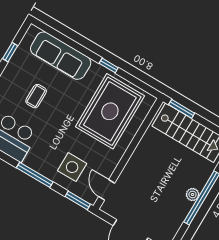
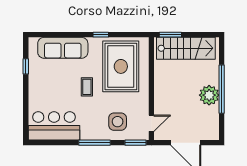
coffee table: (36, 96) -> (87, 87), moved
door: (107, 190) -> (151, 123), swing flipped
plant: (193, 195) -> (209, 95), width x1.87, depth x1.87

